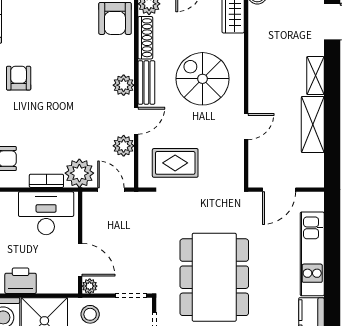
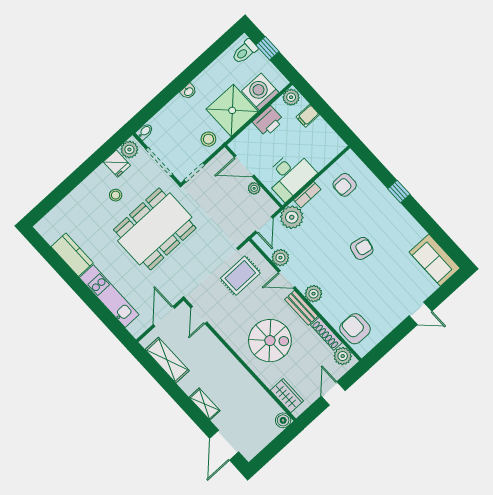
armchair: (19, 78) -> (362, 248), moved, turned -78
door: (136, 121) -> (287, 279), hinge flipped
shelving: (313, 125) -> (167, 360), moved
door: (246, 127) -> (199, 315), moved
door: (111, 190) -> (264, 225), hinge flipped
dining table: (214, 277) -> (155, 229), turned 90
plant: (90, 286) -> (254, 188), moved

